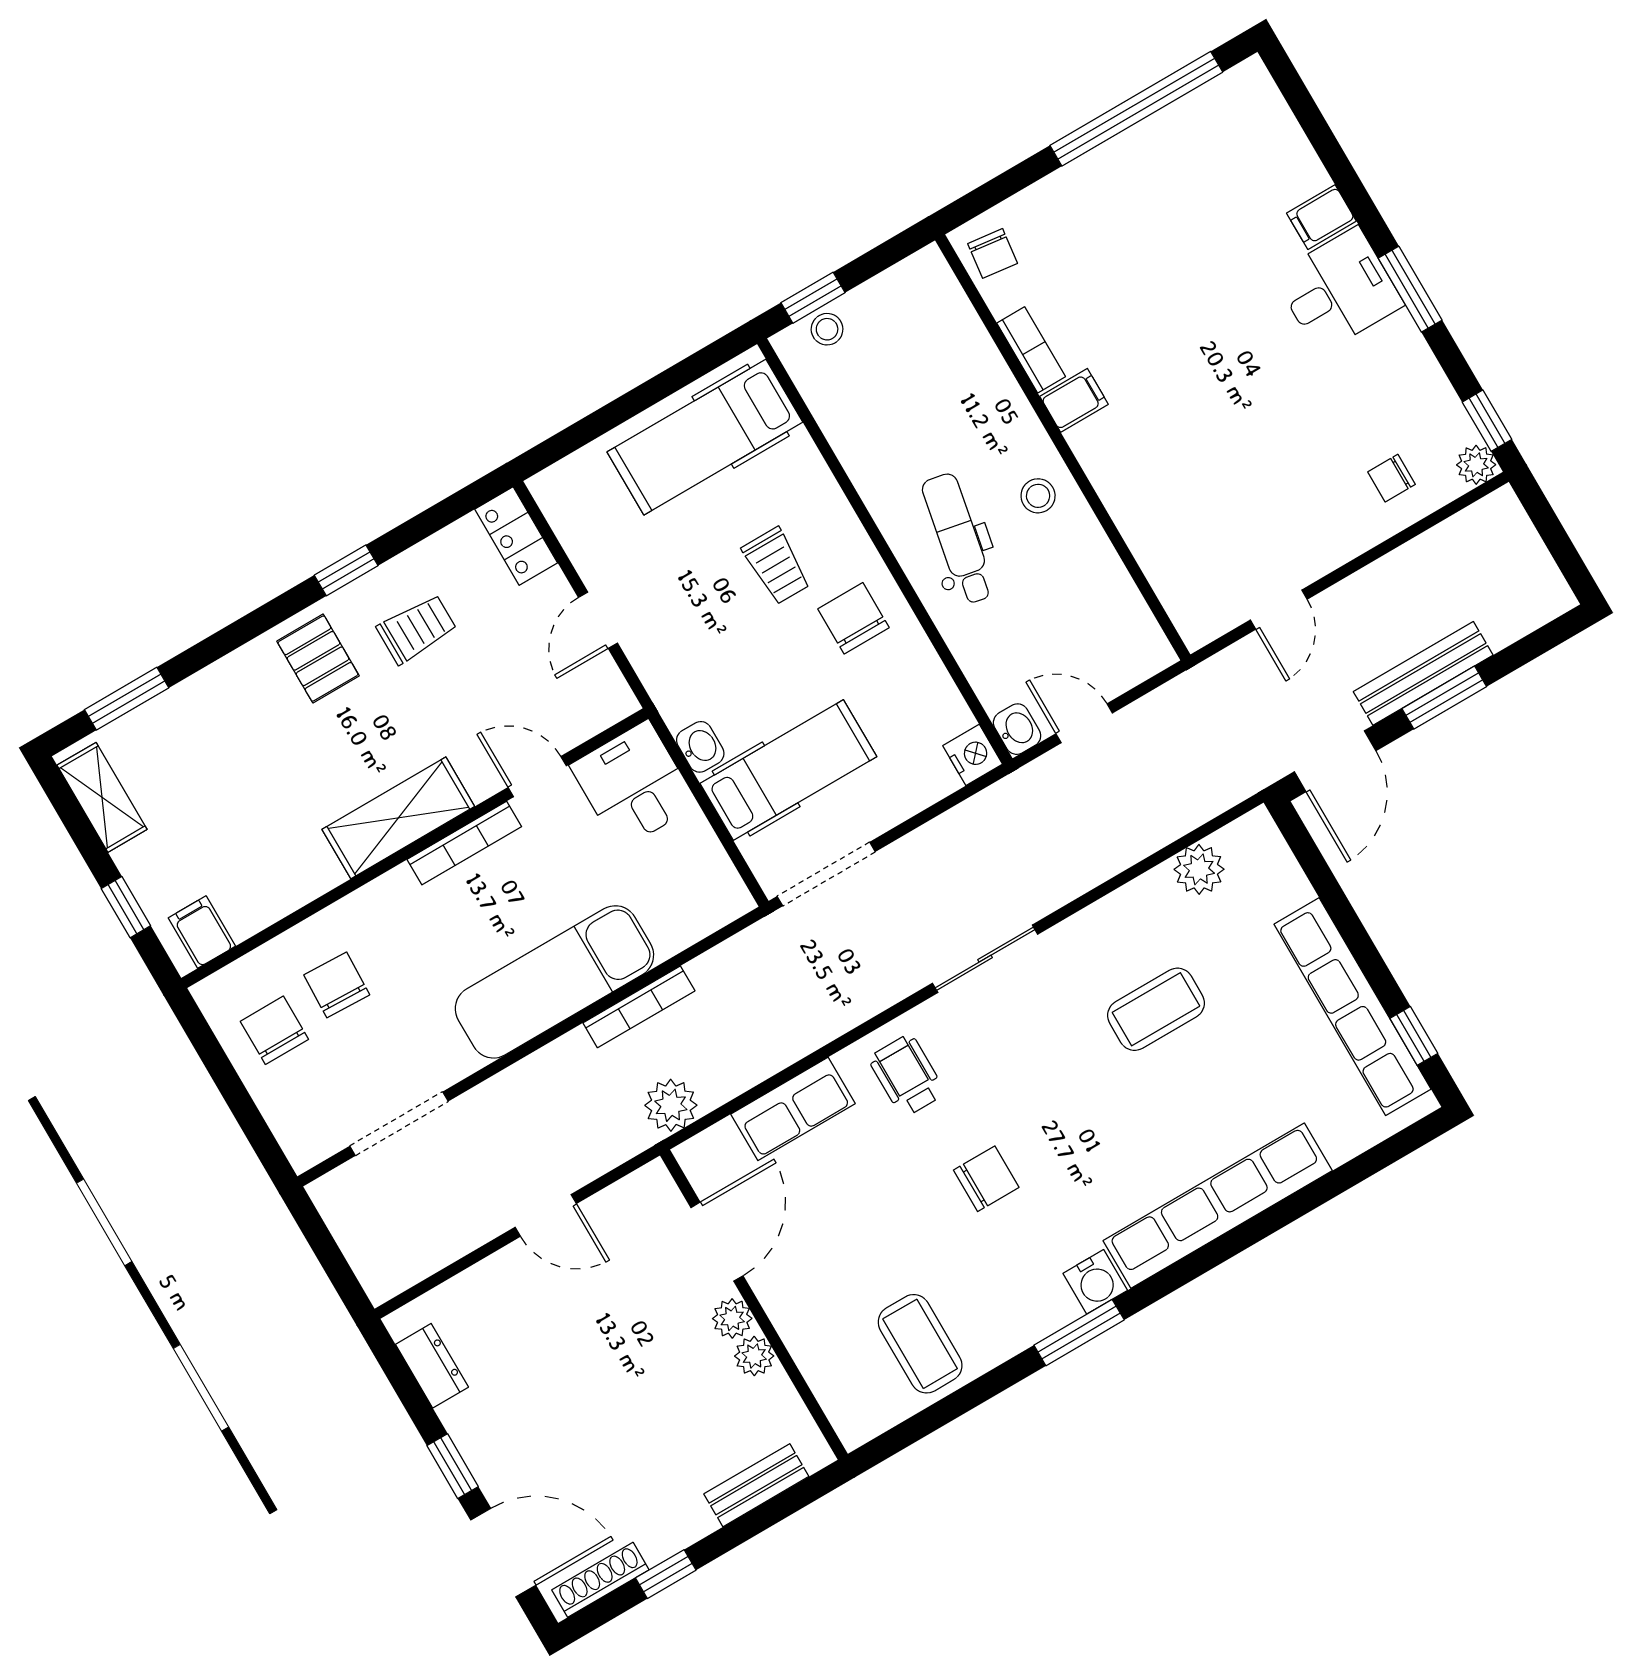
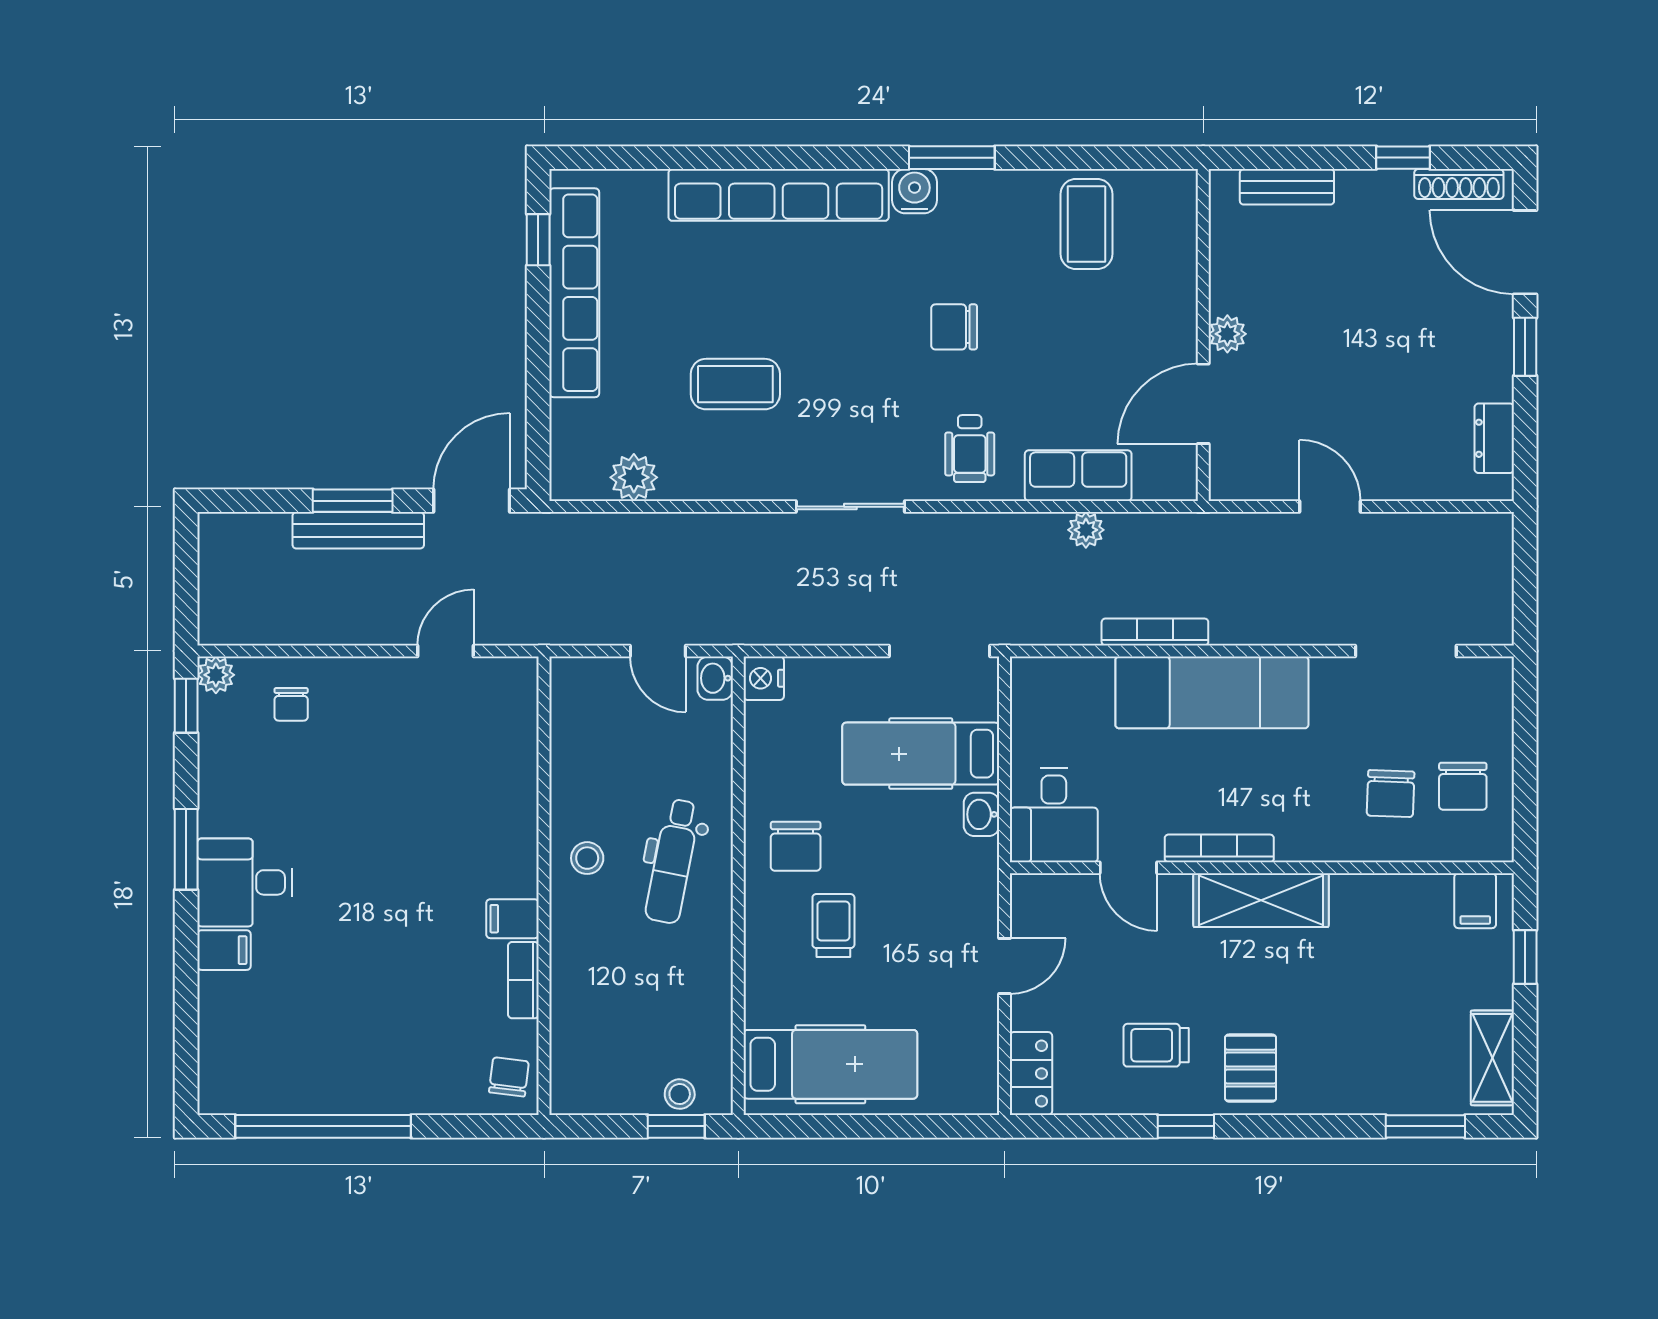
chair: (1391, 478) -> (291, 704), turned 90
plant: (671, 1105) -> (1086, 530), moved, width x0.73, depth x0.73
plant: (754, 1356) -> (1227, 293), removed

